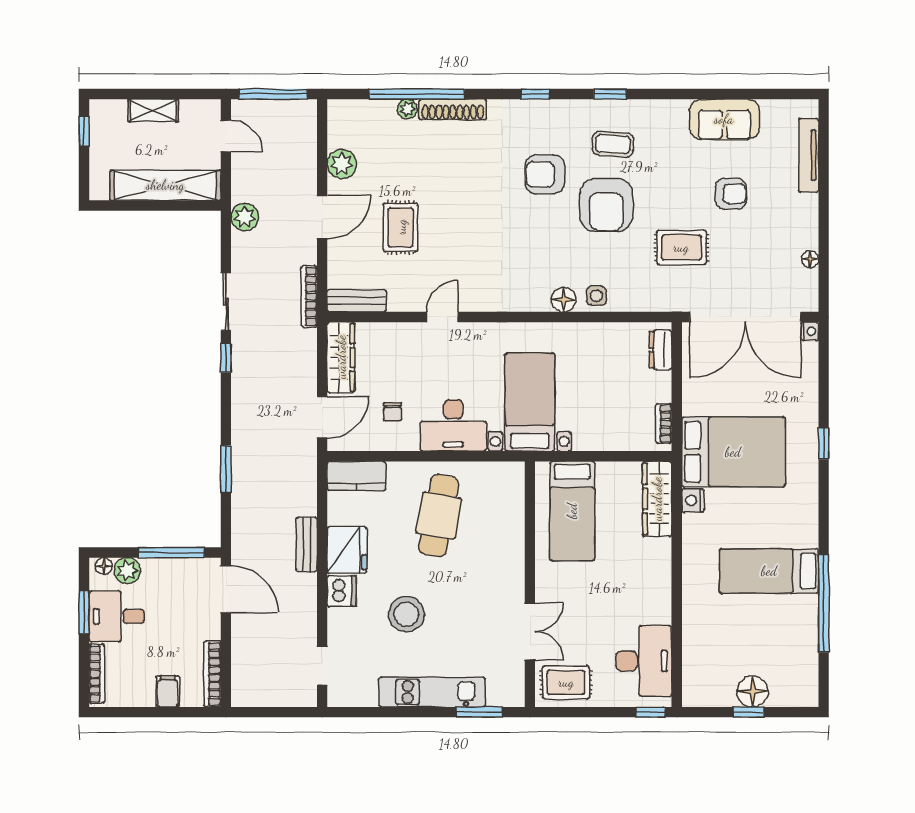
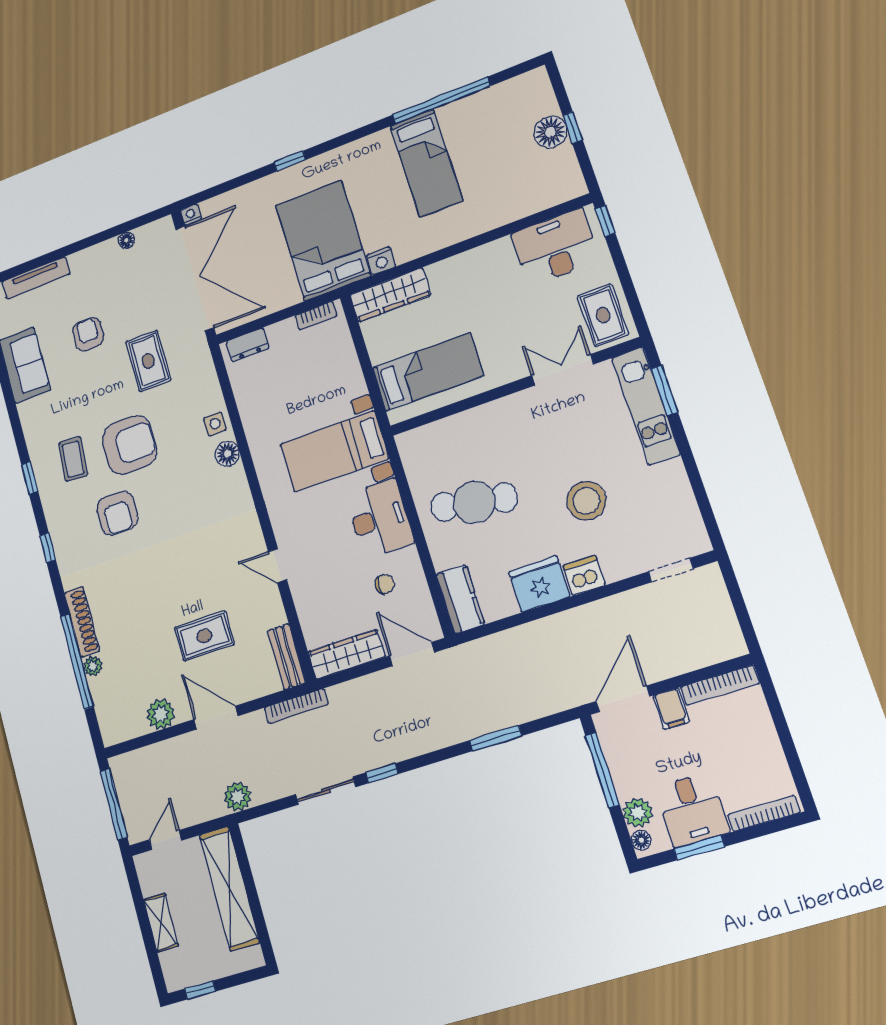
bench: (307, 544) -> (547, 628), removed
filing cabinet: (168, 691) -> (671, 709), moved, turned -90
kitchen unit: (432, 692) -> (646, 406), moved

